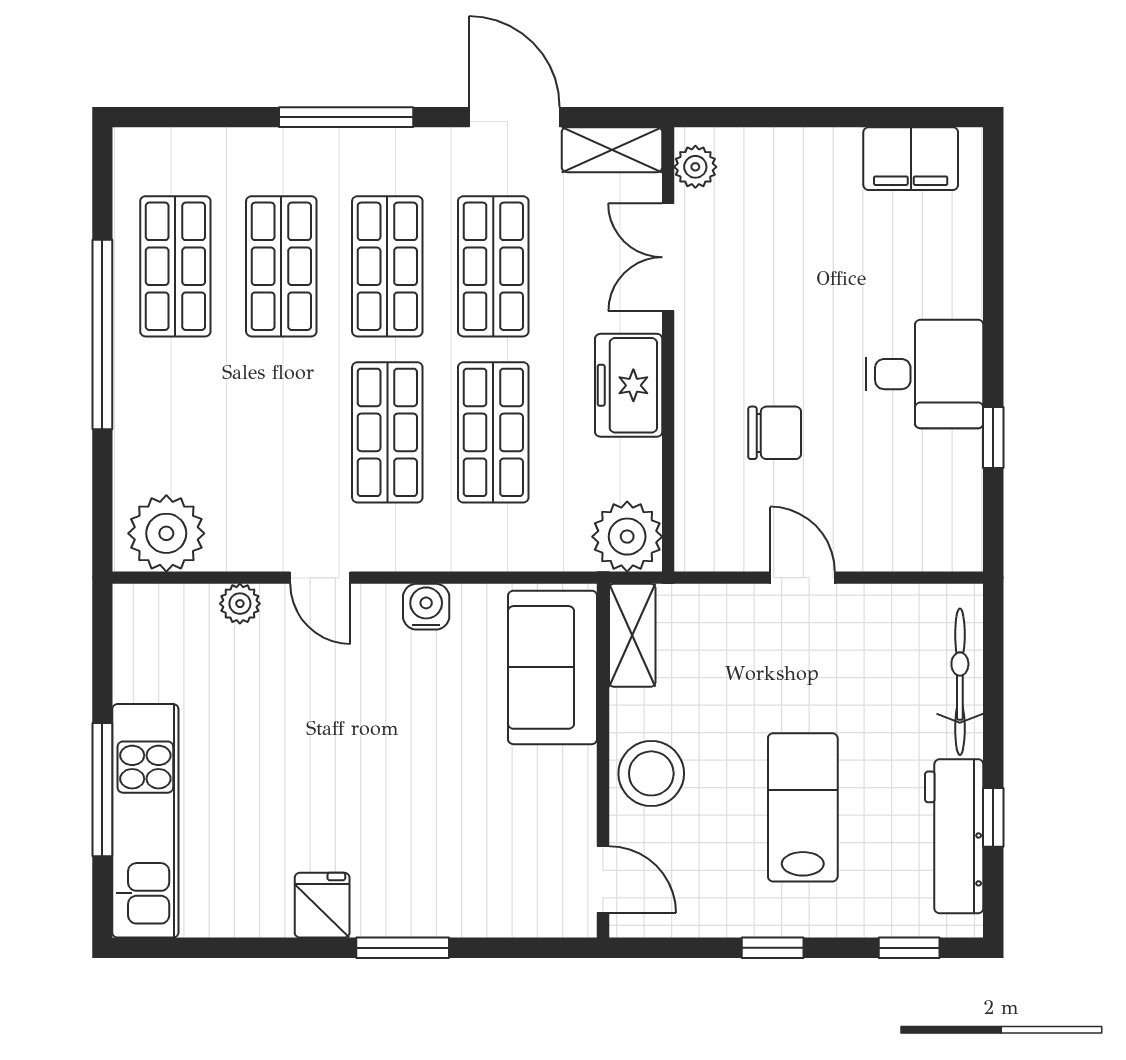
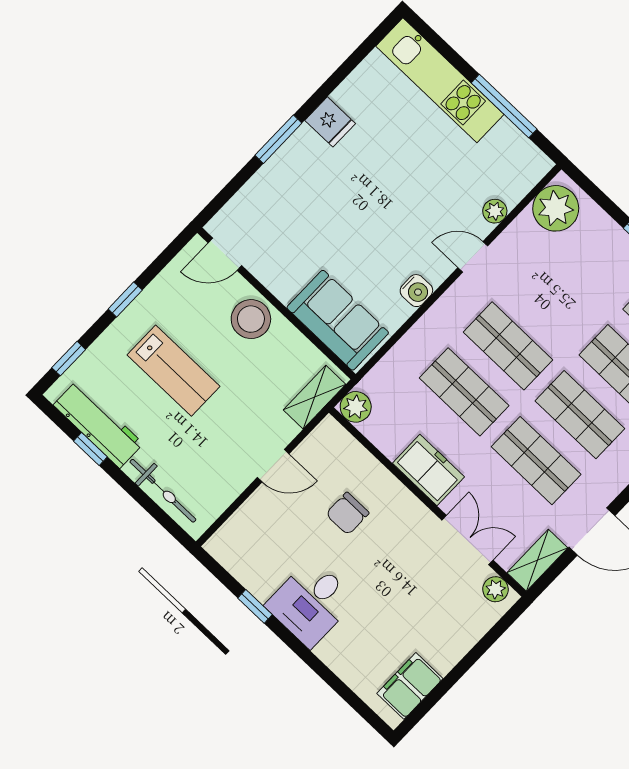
plant: (627, 537) -> (356, 407), width x0.73, depth x0.73
shelving: (632, 635) -> (315, 397), moved, turned 90
window: (102, 790) -> (504, 106), moved

